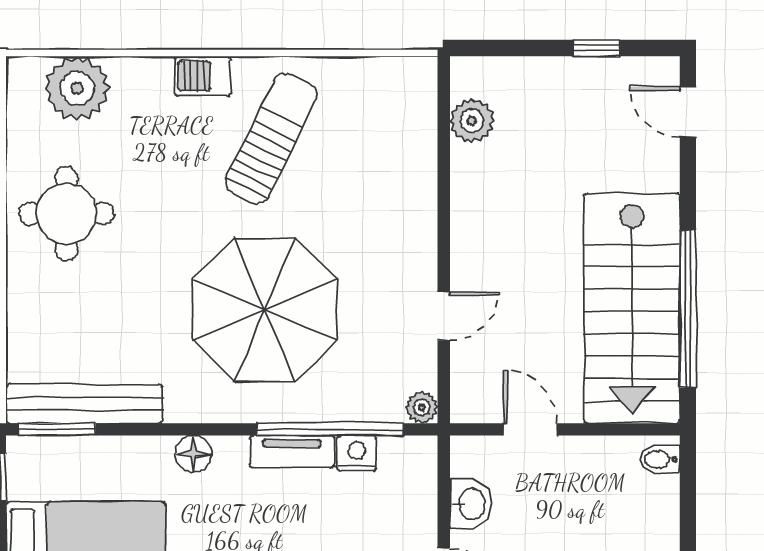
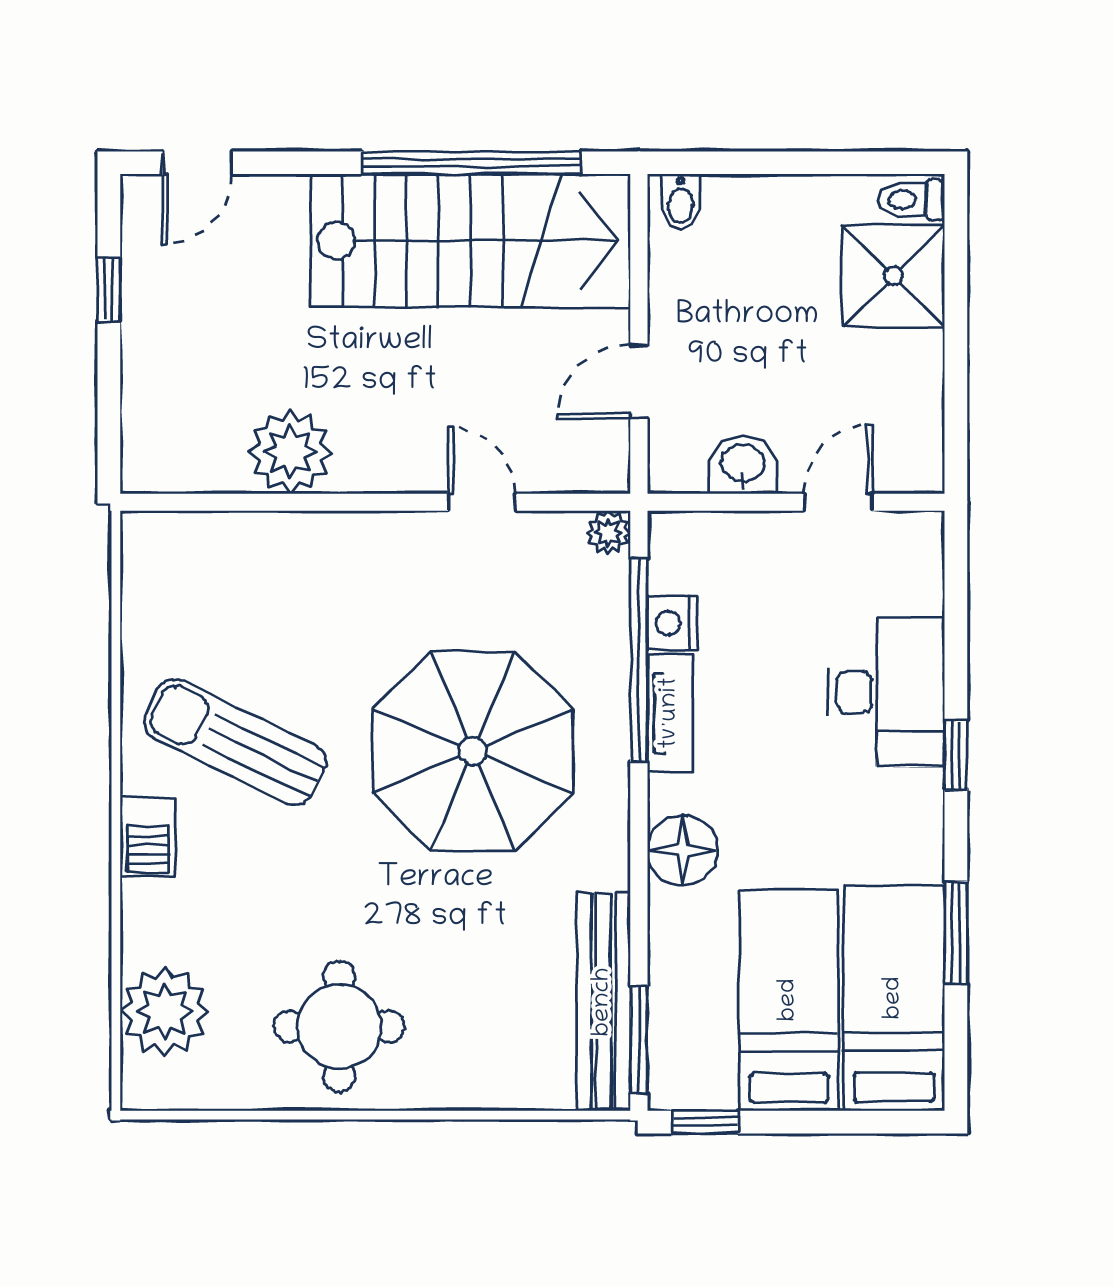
plant: (472, 121) -> (290, 452), moved, width x1.36, depth x1.36
floor lamp: (193, 454) -> (682, 850), width x1.38, depth x1.38

